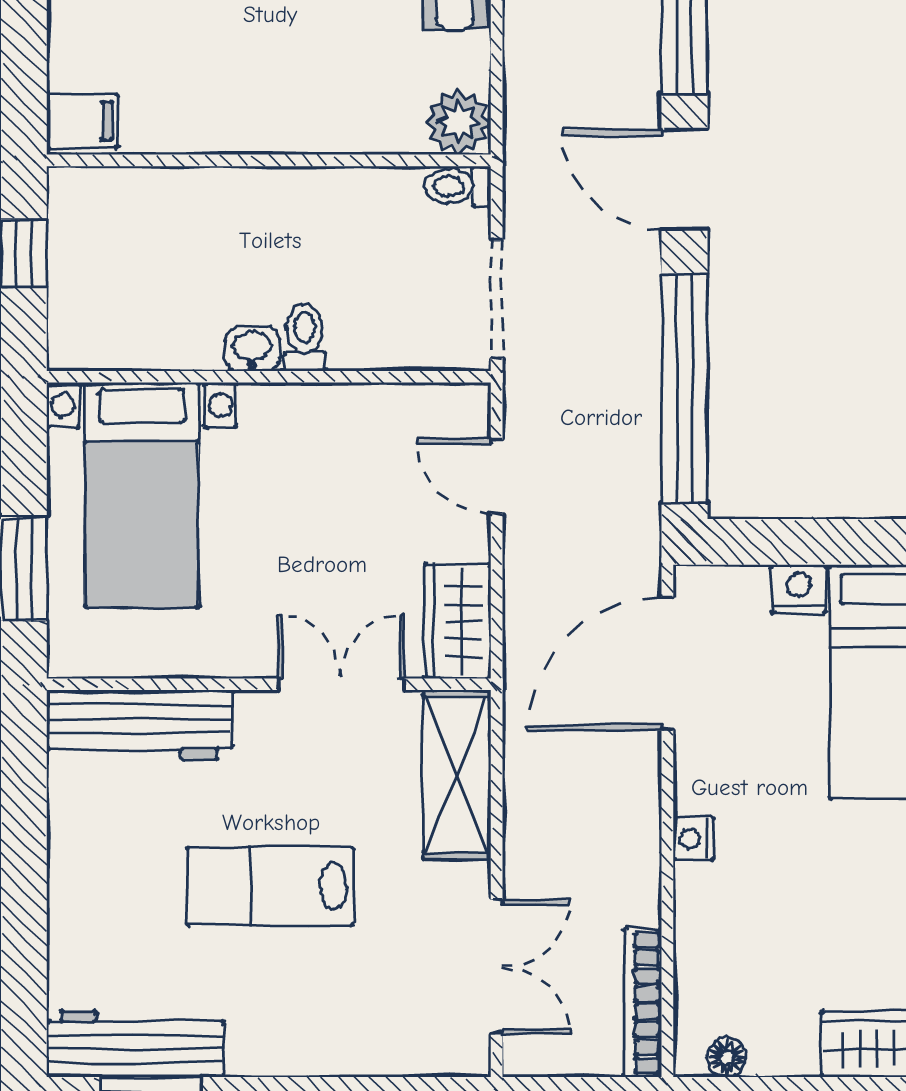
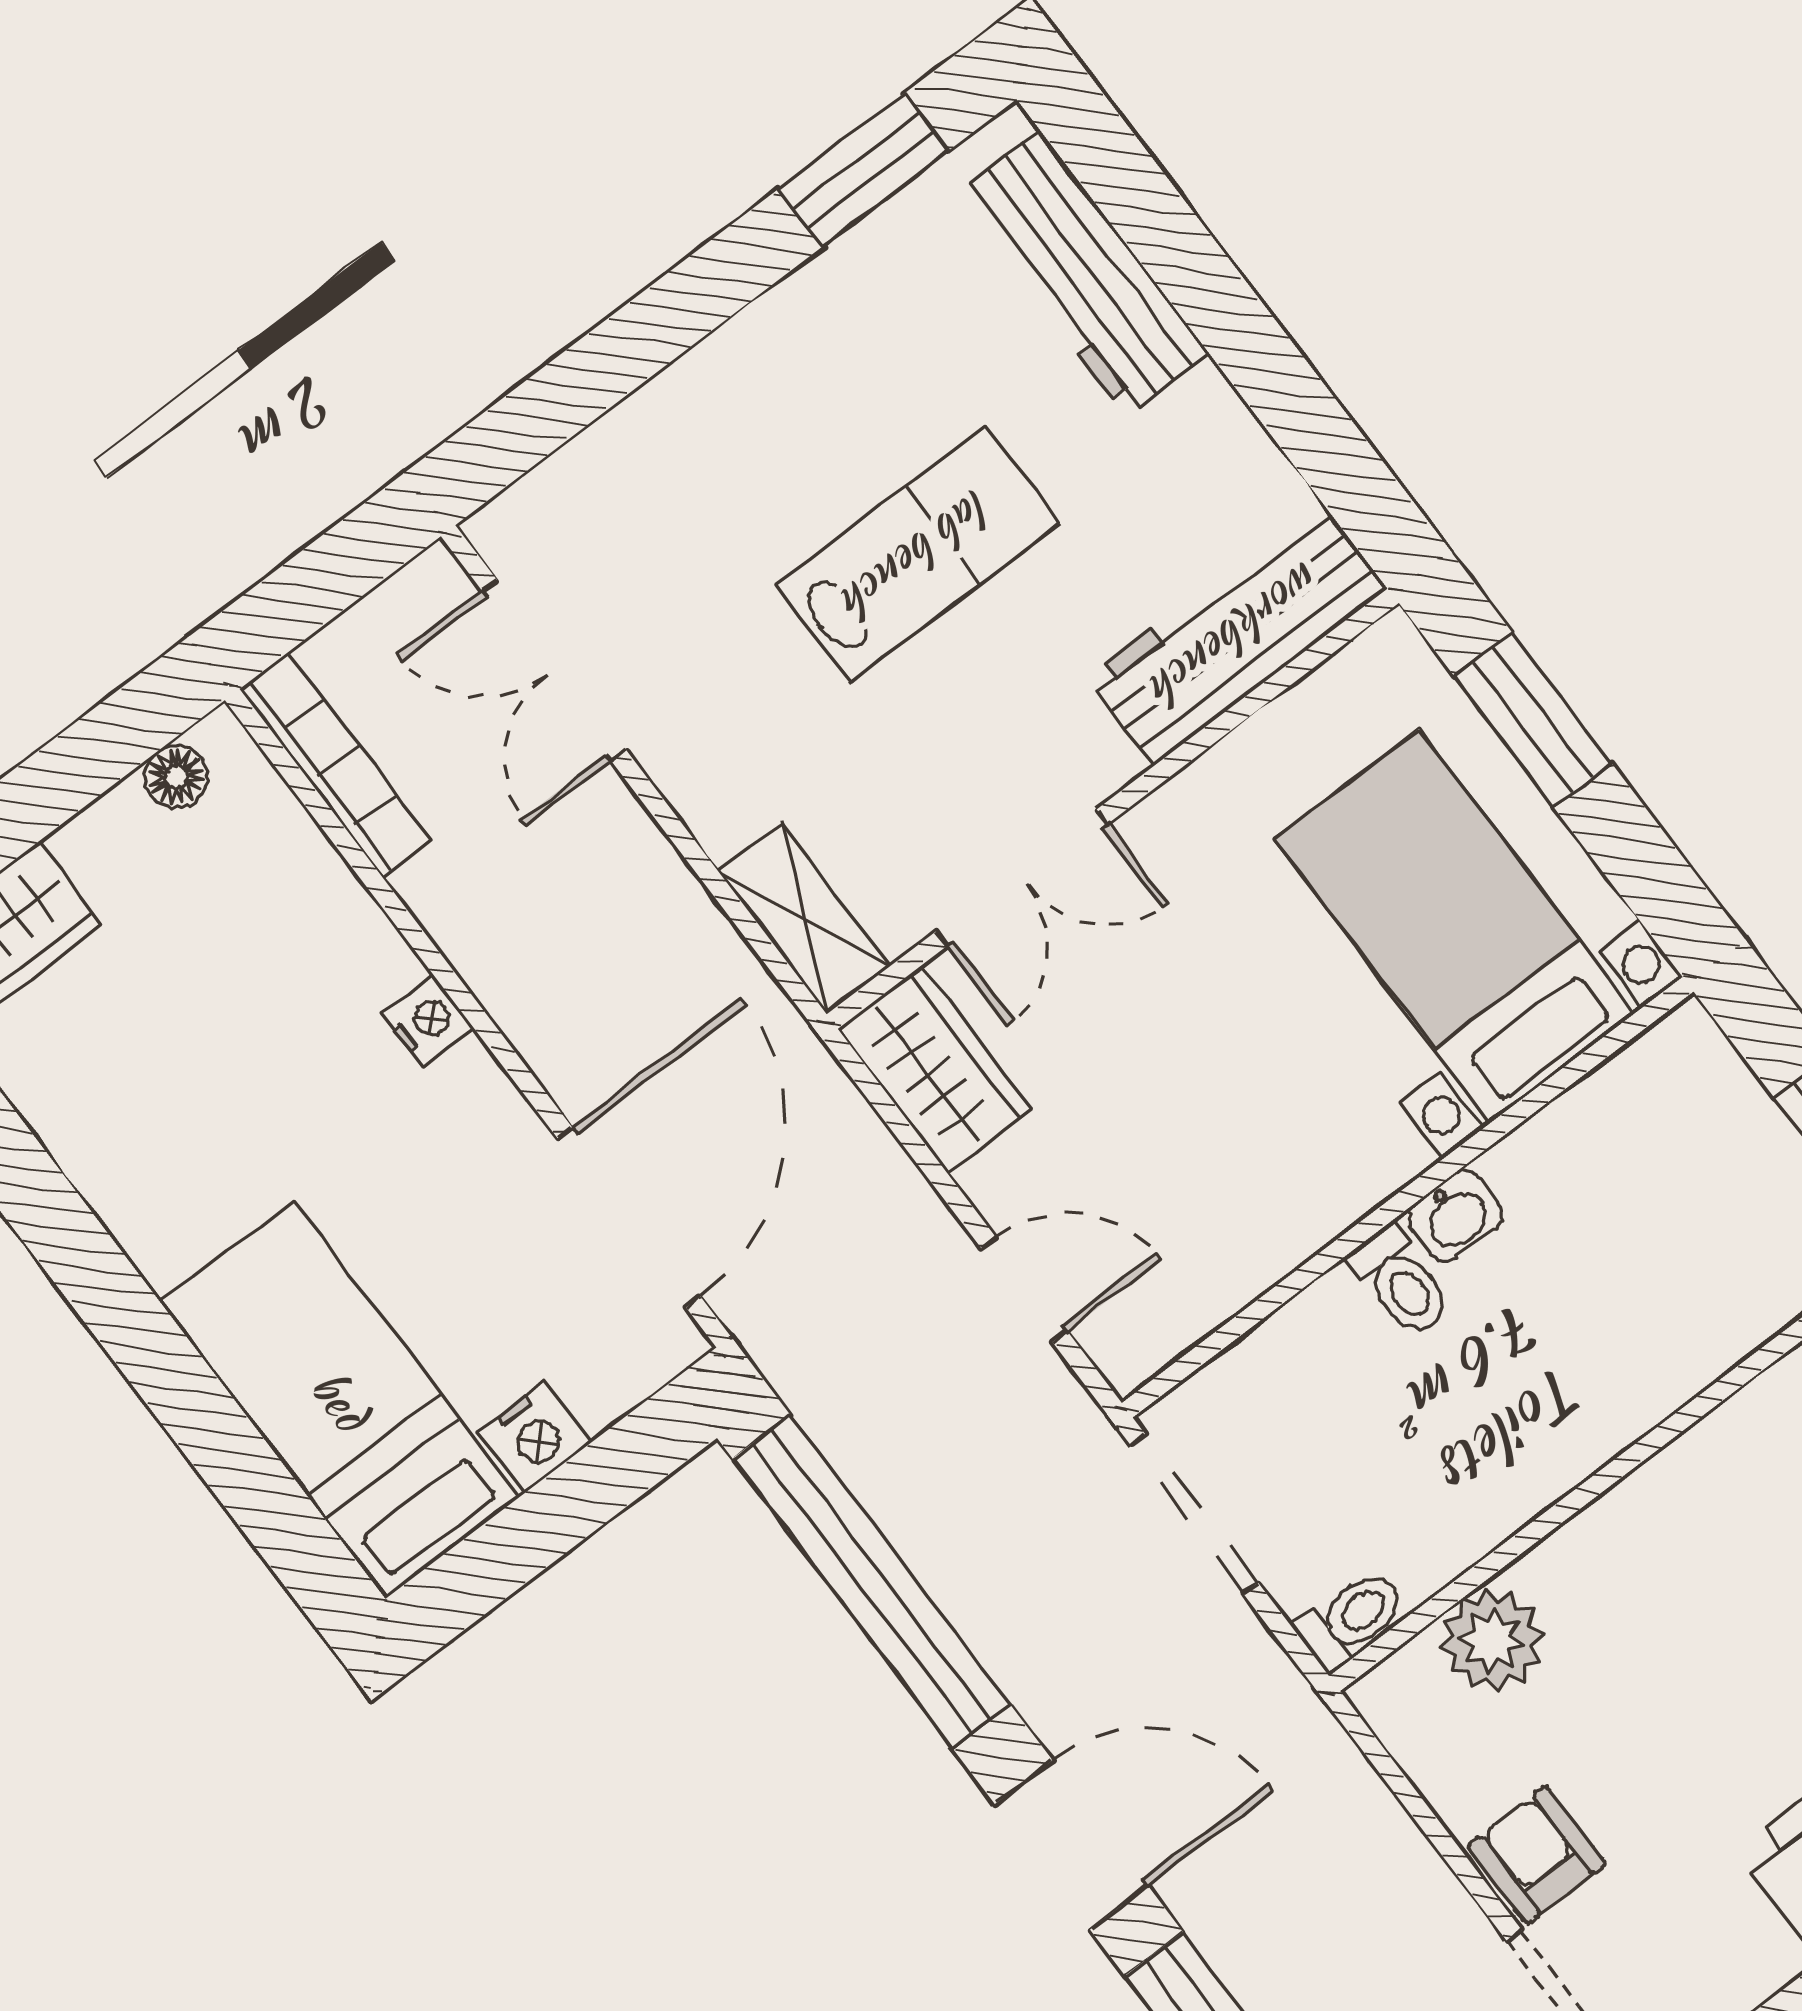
plant: (458, 122) -> (1492, 1640), moved
shelving: (457, 775) -> (805, 919), width x0.67, depth x0.75
workbench: (135, 1044) -> (1083, 274), moved, turned 90

